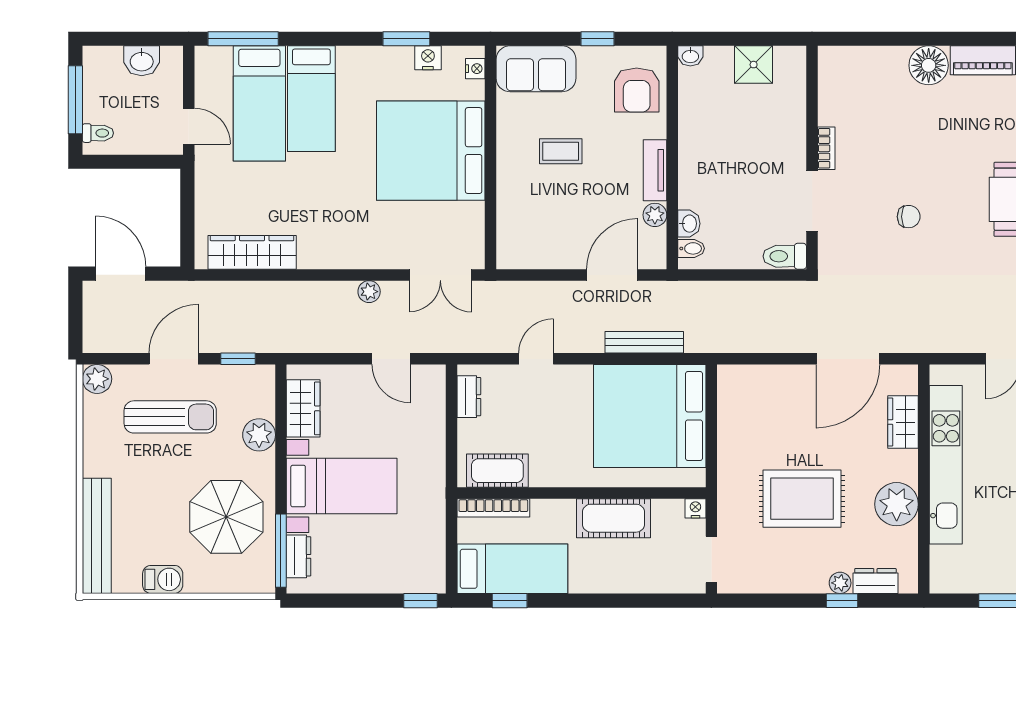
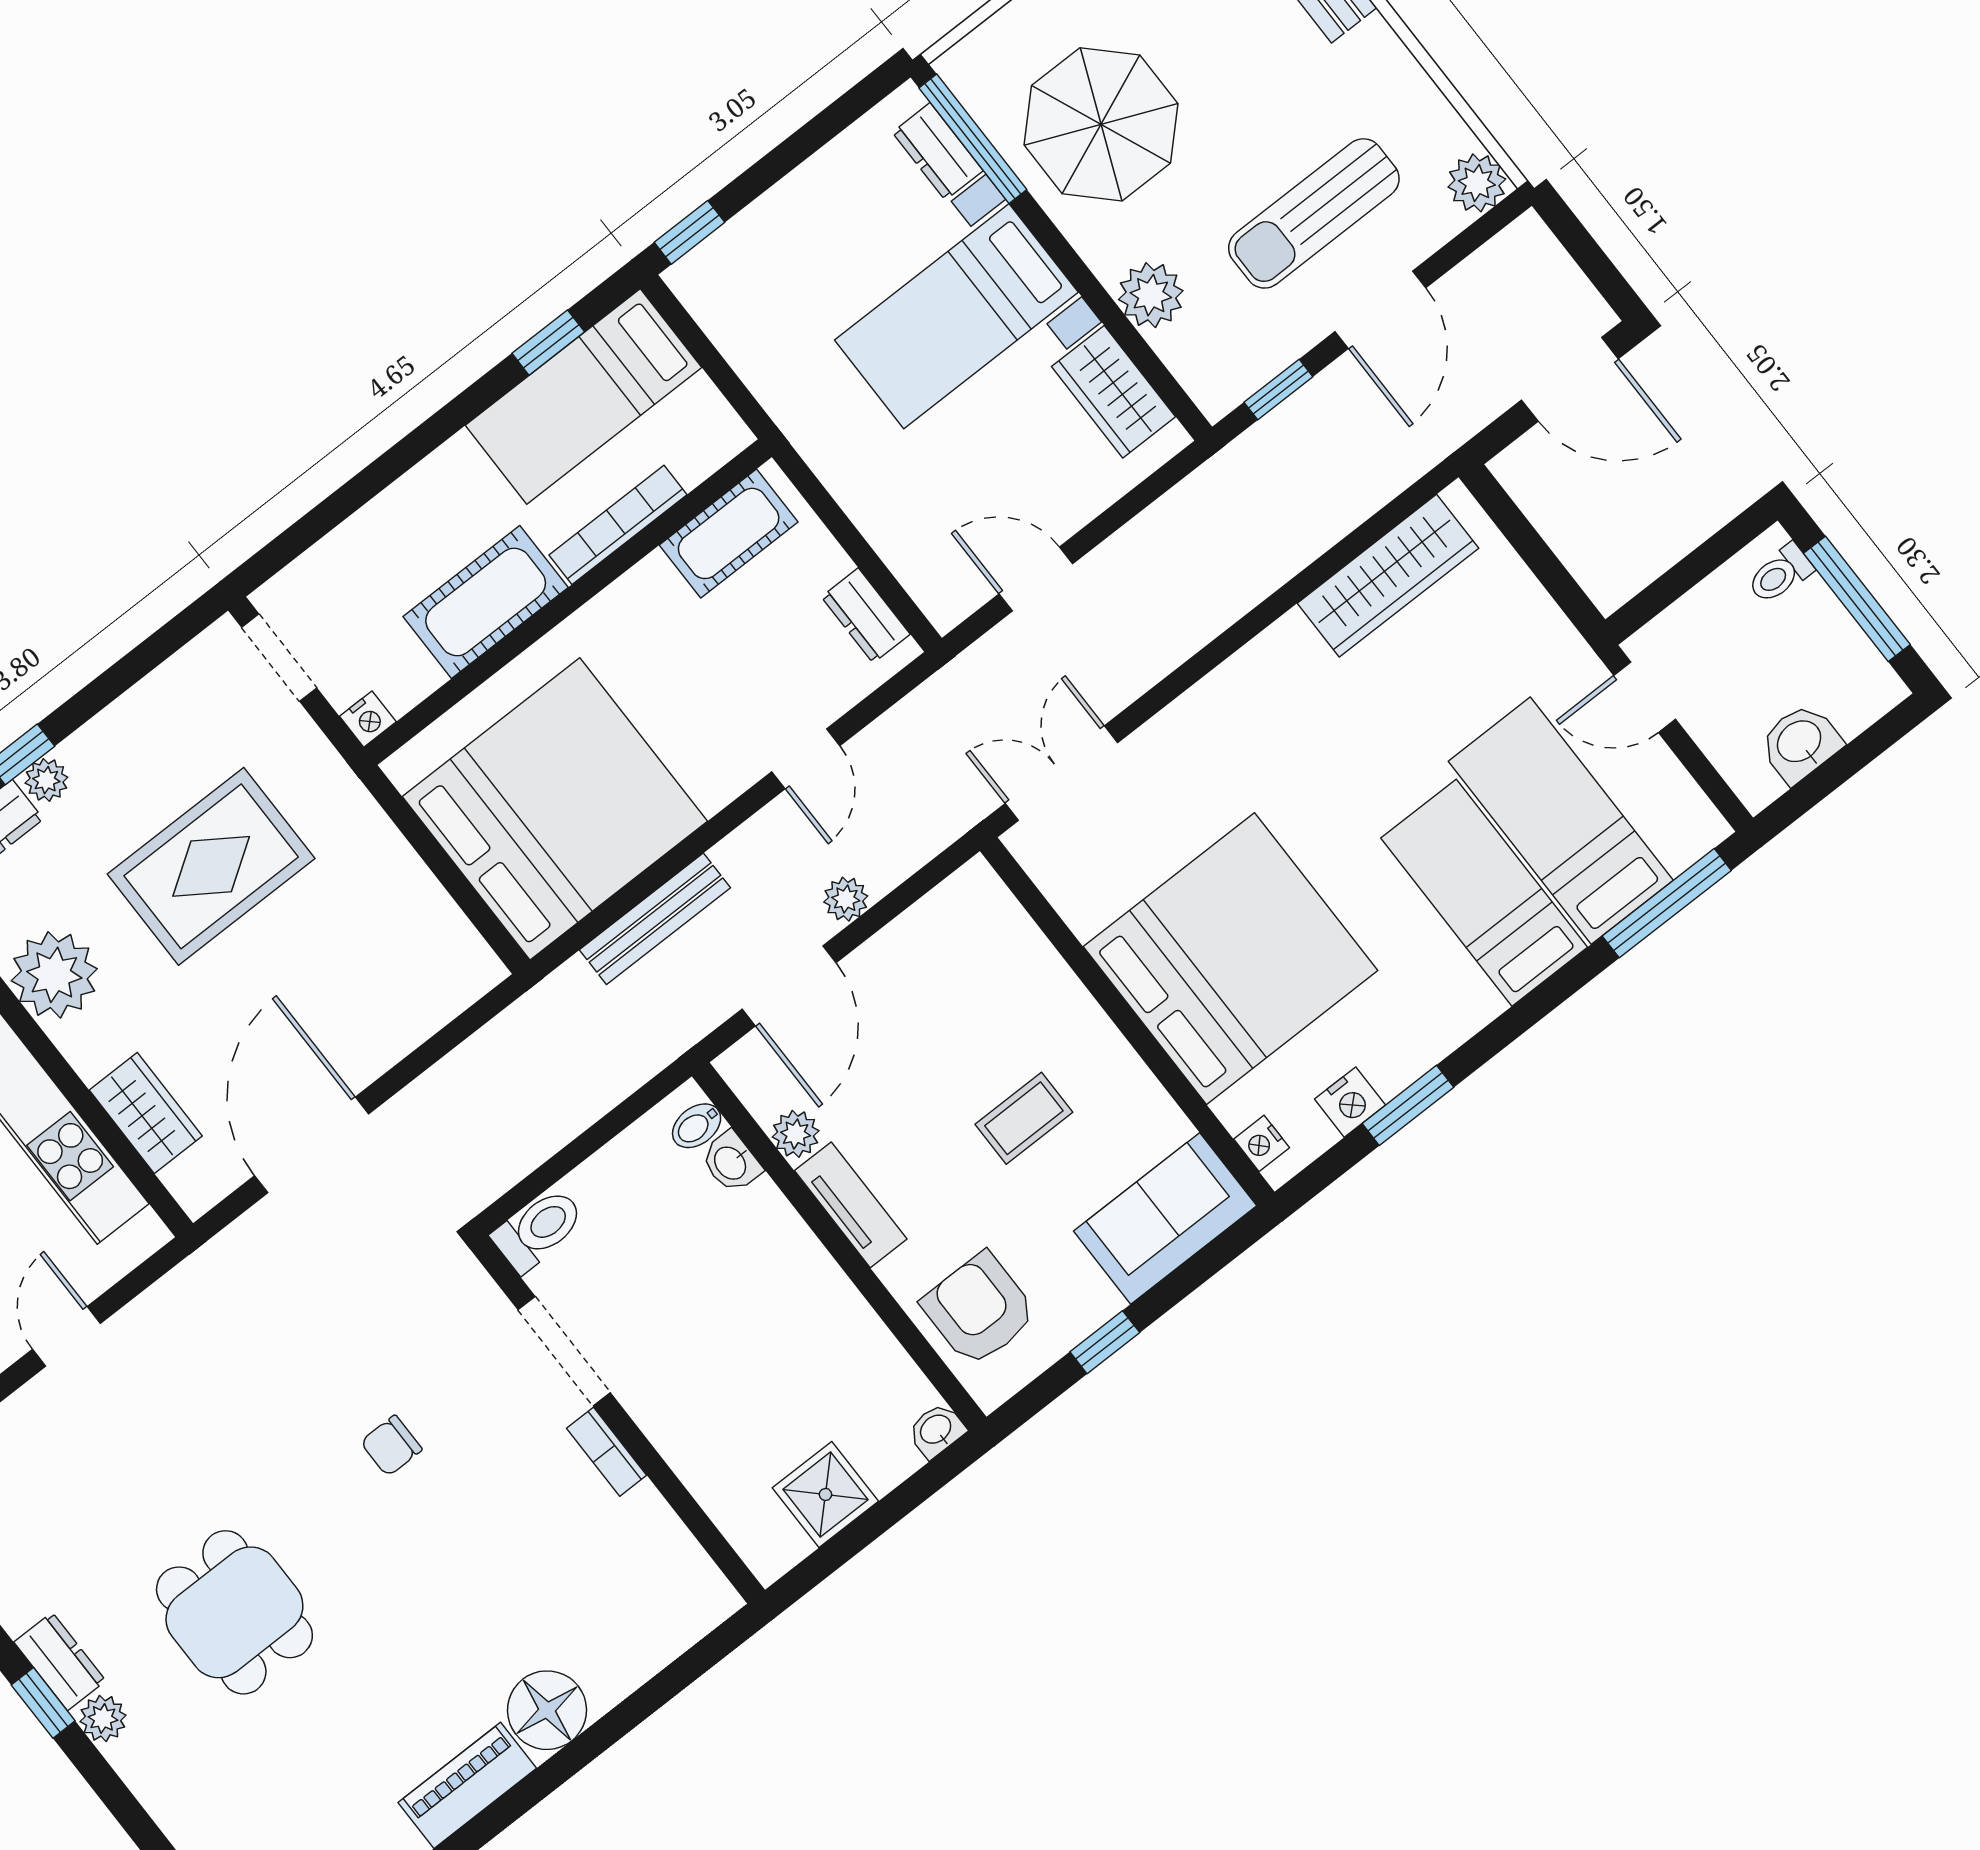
plant: (369, 292) -> (846, 899), moved
bookcase: (493, 508) -> (618, 525), moved

